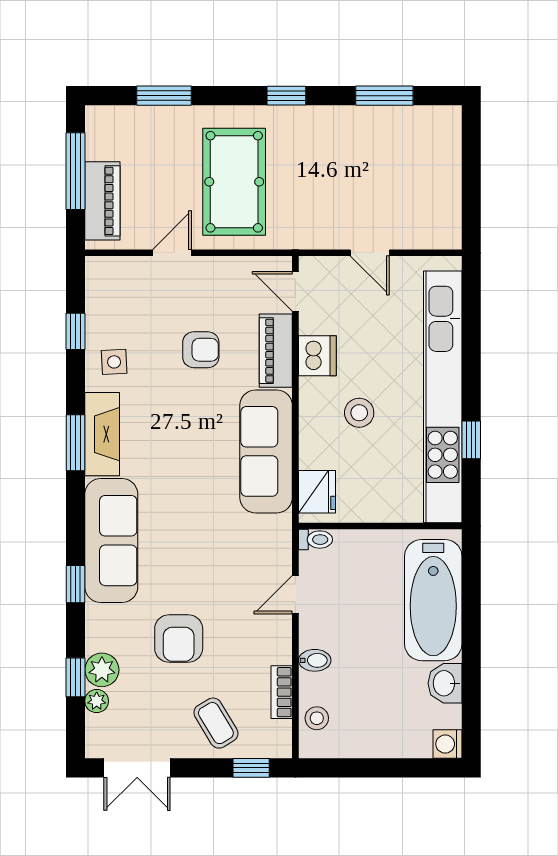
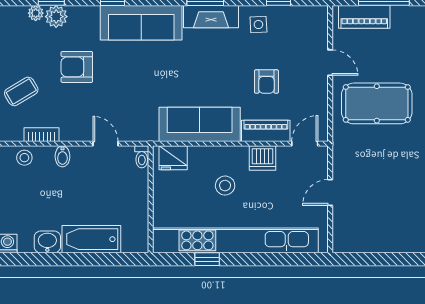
bathtub: (433, 600) -> (91, 239), width x0.73, depth x0.73

